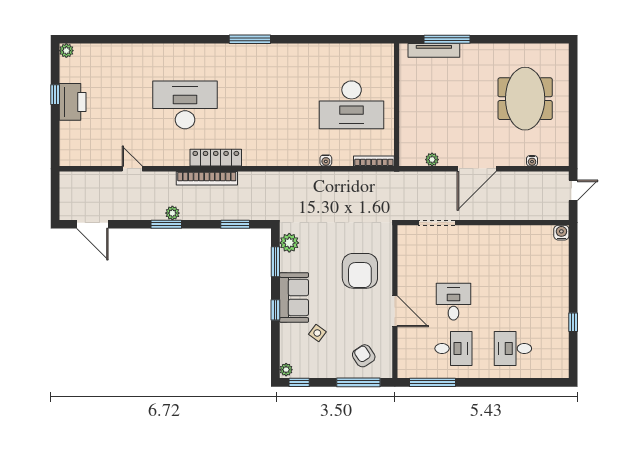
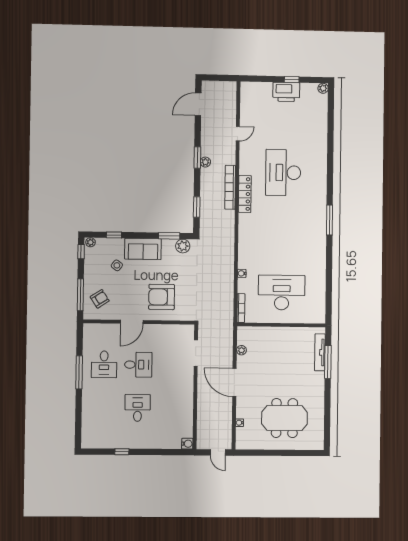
desk: (185, 105) -> (283, 173), turned 180
desk: (352, 105) -> (282, 292), turned 90
window: (275, 310) -> (114, 235), moved
desk: (513, 348) -> (138, 408), moved
window: (433, 382) -> (79, 372), moved

